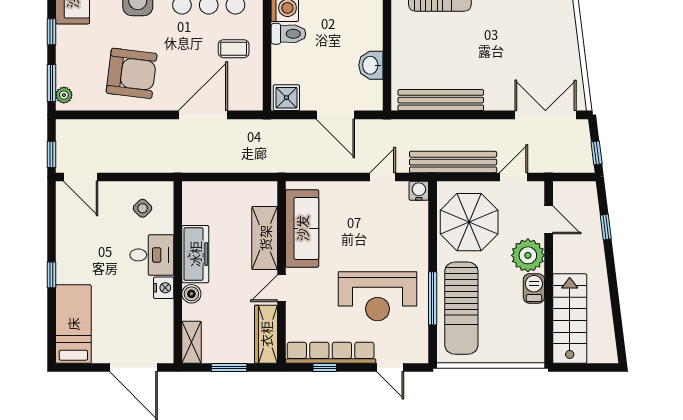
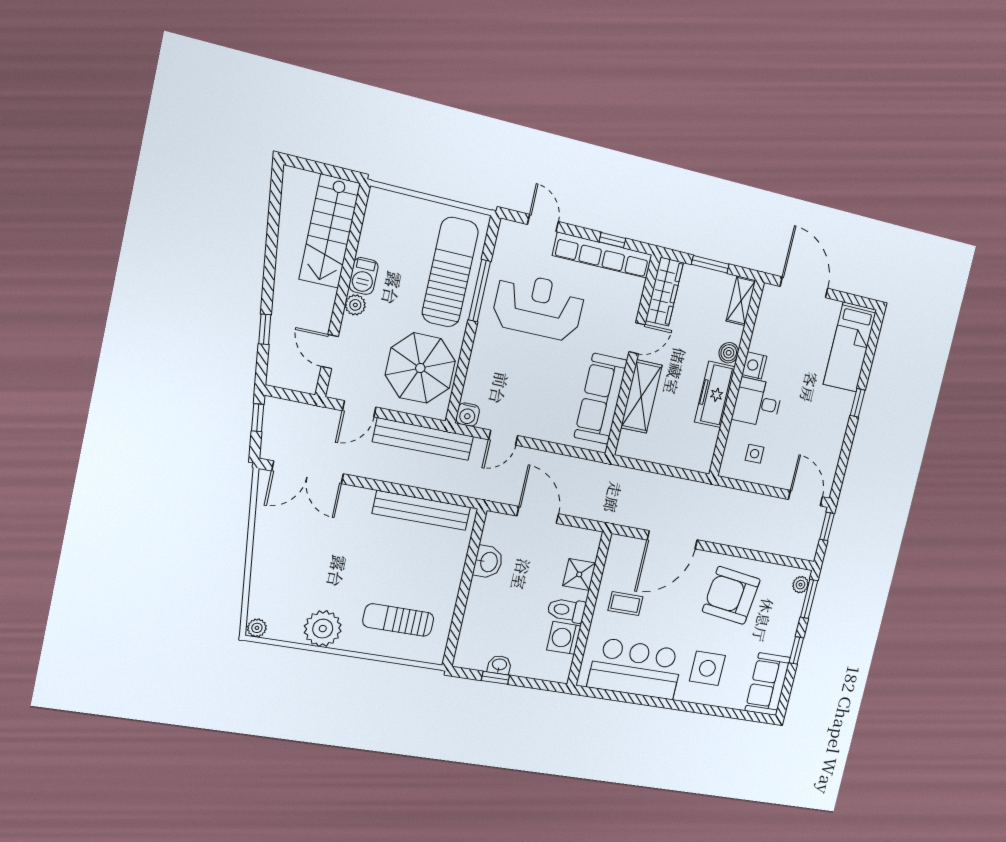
shower: (286, 98) -> (579, 574), moved
side table: (143, 208) -> (755, 454), turned 45
plant: (528, 255) -> (355, 305), width x0.53, depth x0.53

